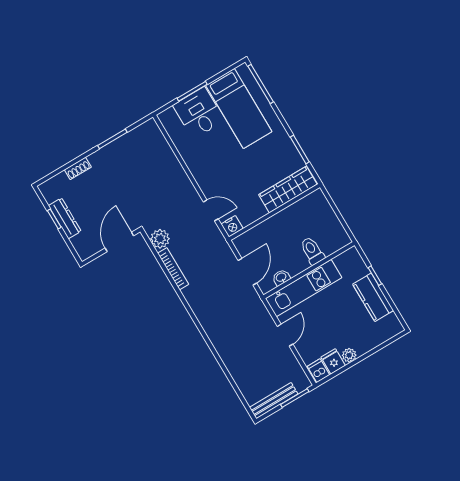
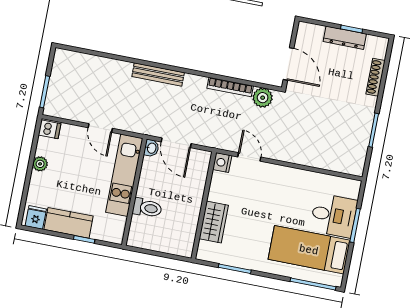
shoe rack: (78, 168) -> (376, 77), width x1.43
wardrobe: (288, 190) -> (214, 222), width x0.67
door: (211, 210) -> (249, 157), swing flipped
washbasin: (281, 277) -> (151, 148), moved
fridge: (333, 361) -> (36, 217), moved, turned -90
bench: (274, 401) -> (158, 74), moved, turned 90

